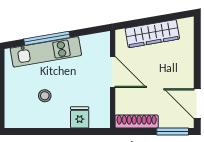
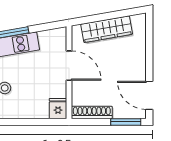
fridge: (80, 117) -> (58, 109), moved

